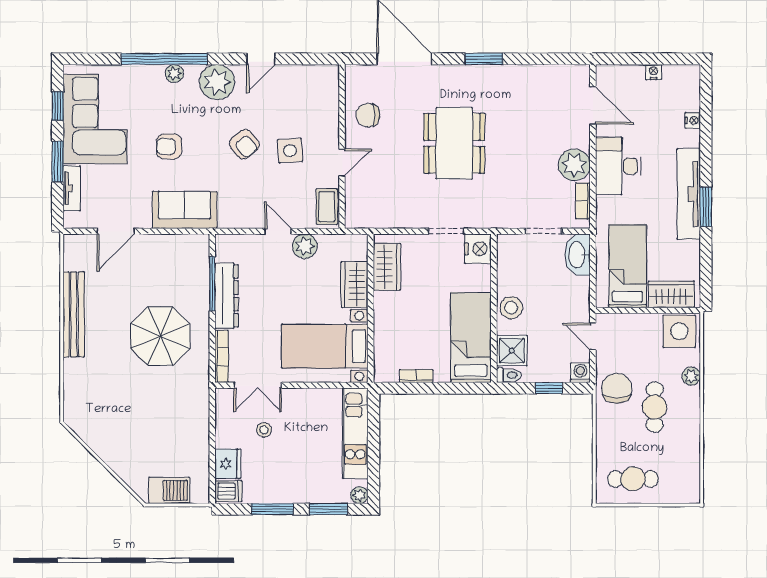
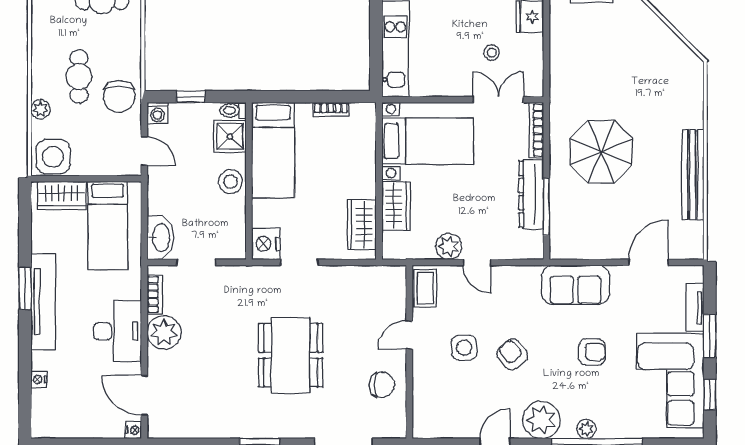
nightstand: (654, 72) -> (133, 430), moved, turned -90

